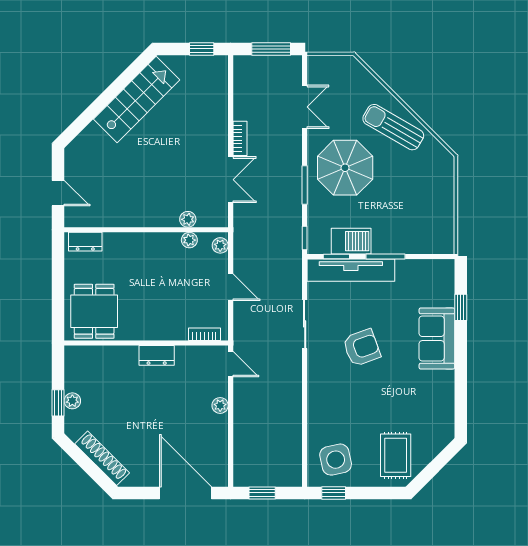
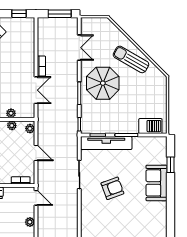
barbecue: (351, 241) -> (150, 126), moved

